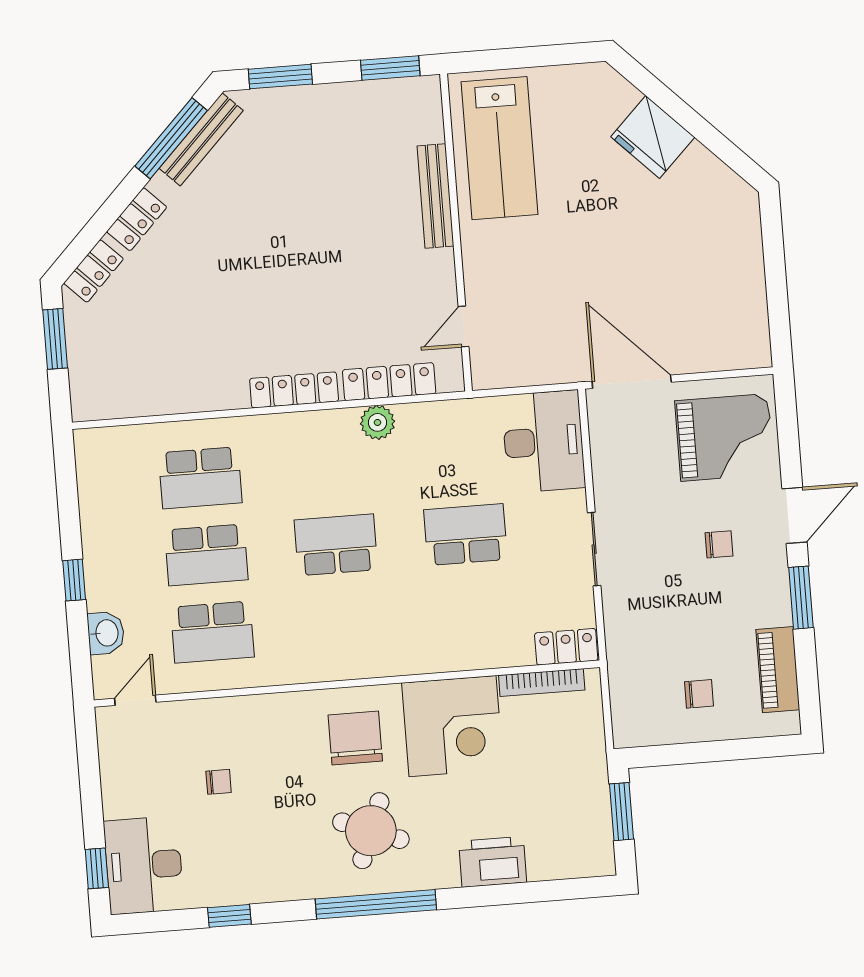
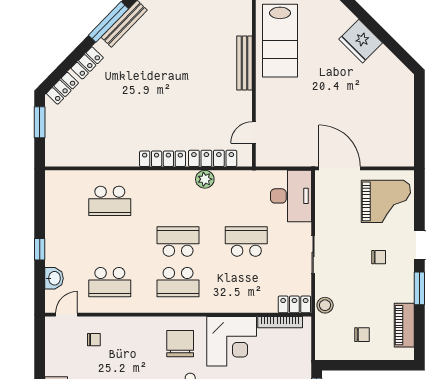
school desk: (206, 555) -> (178, 282), moved
stool: (624, 644) -> (325, 305), added
chair: (219, 782) -> (94, 340), moved

